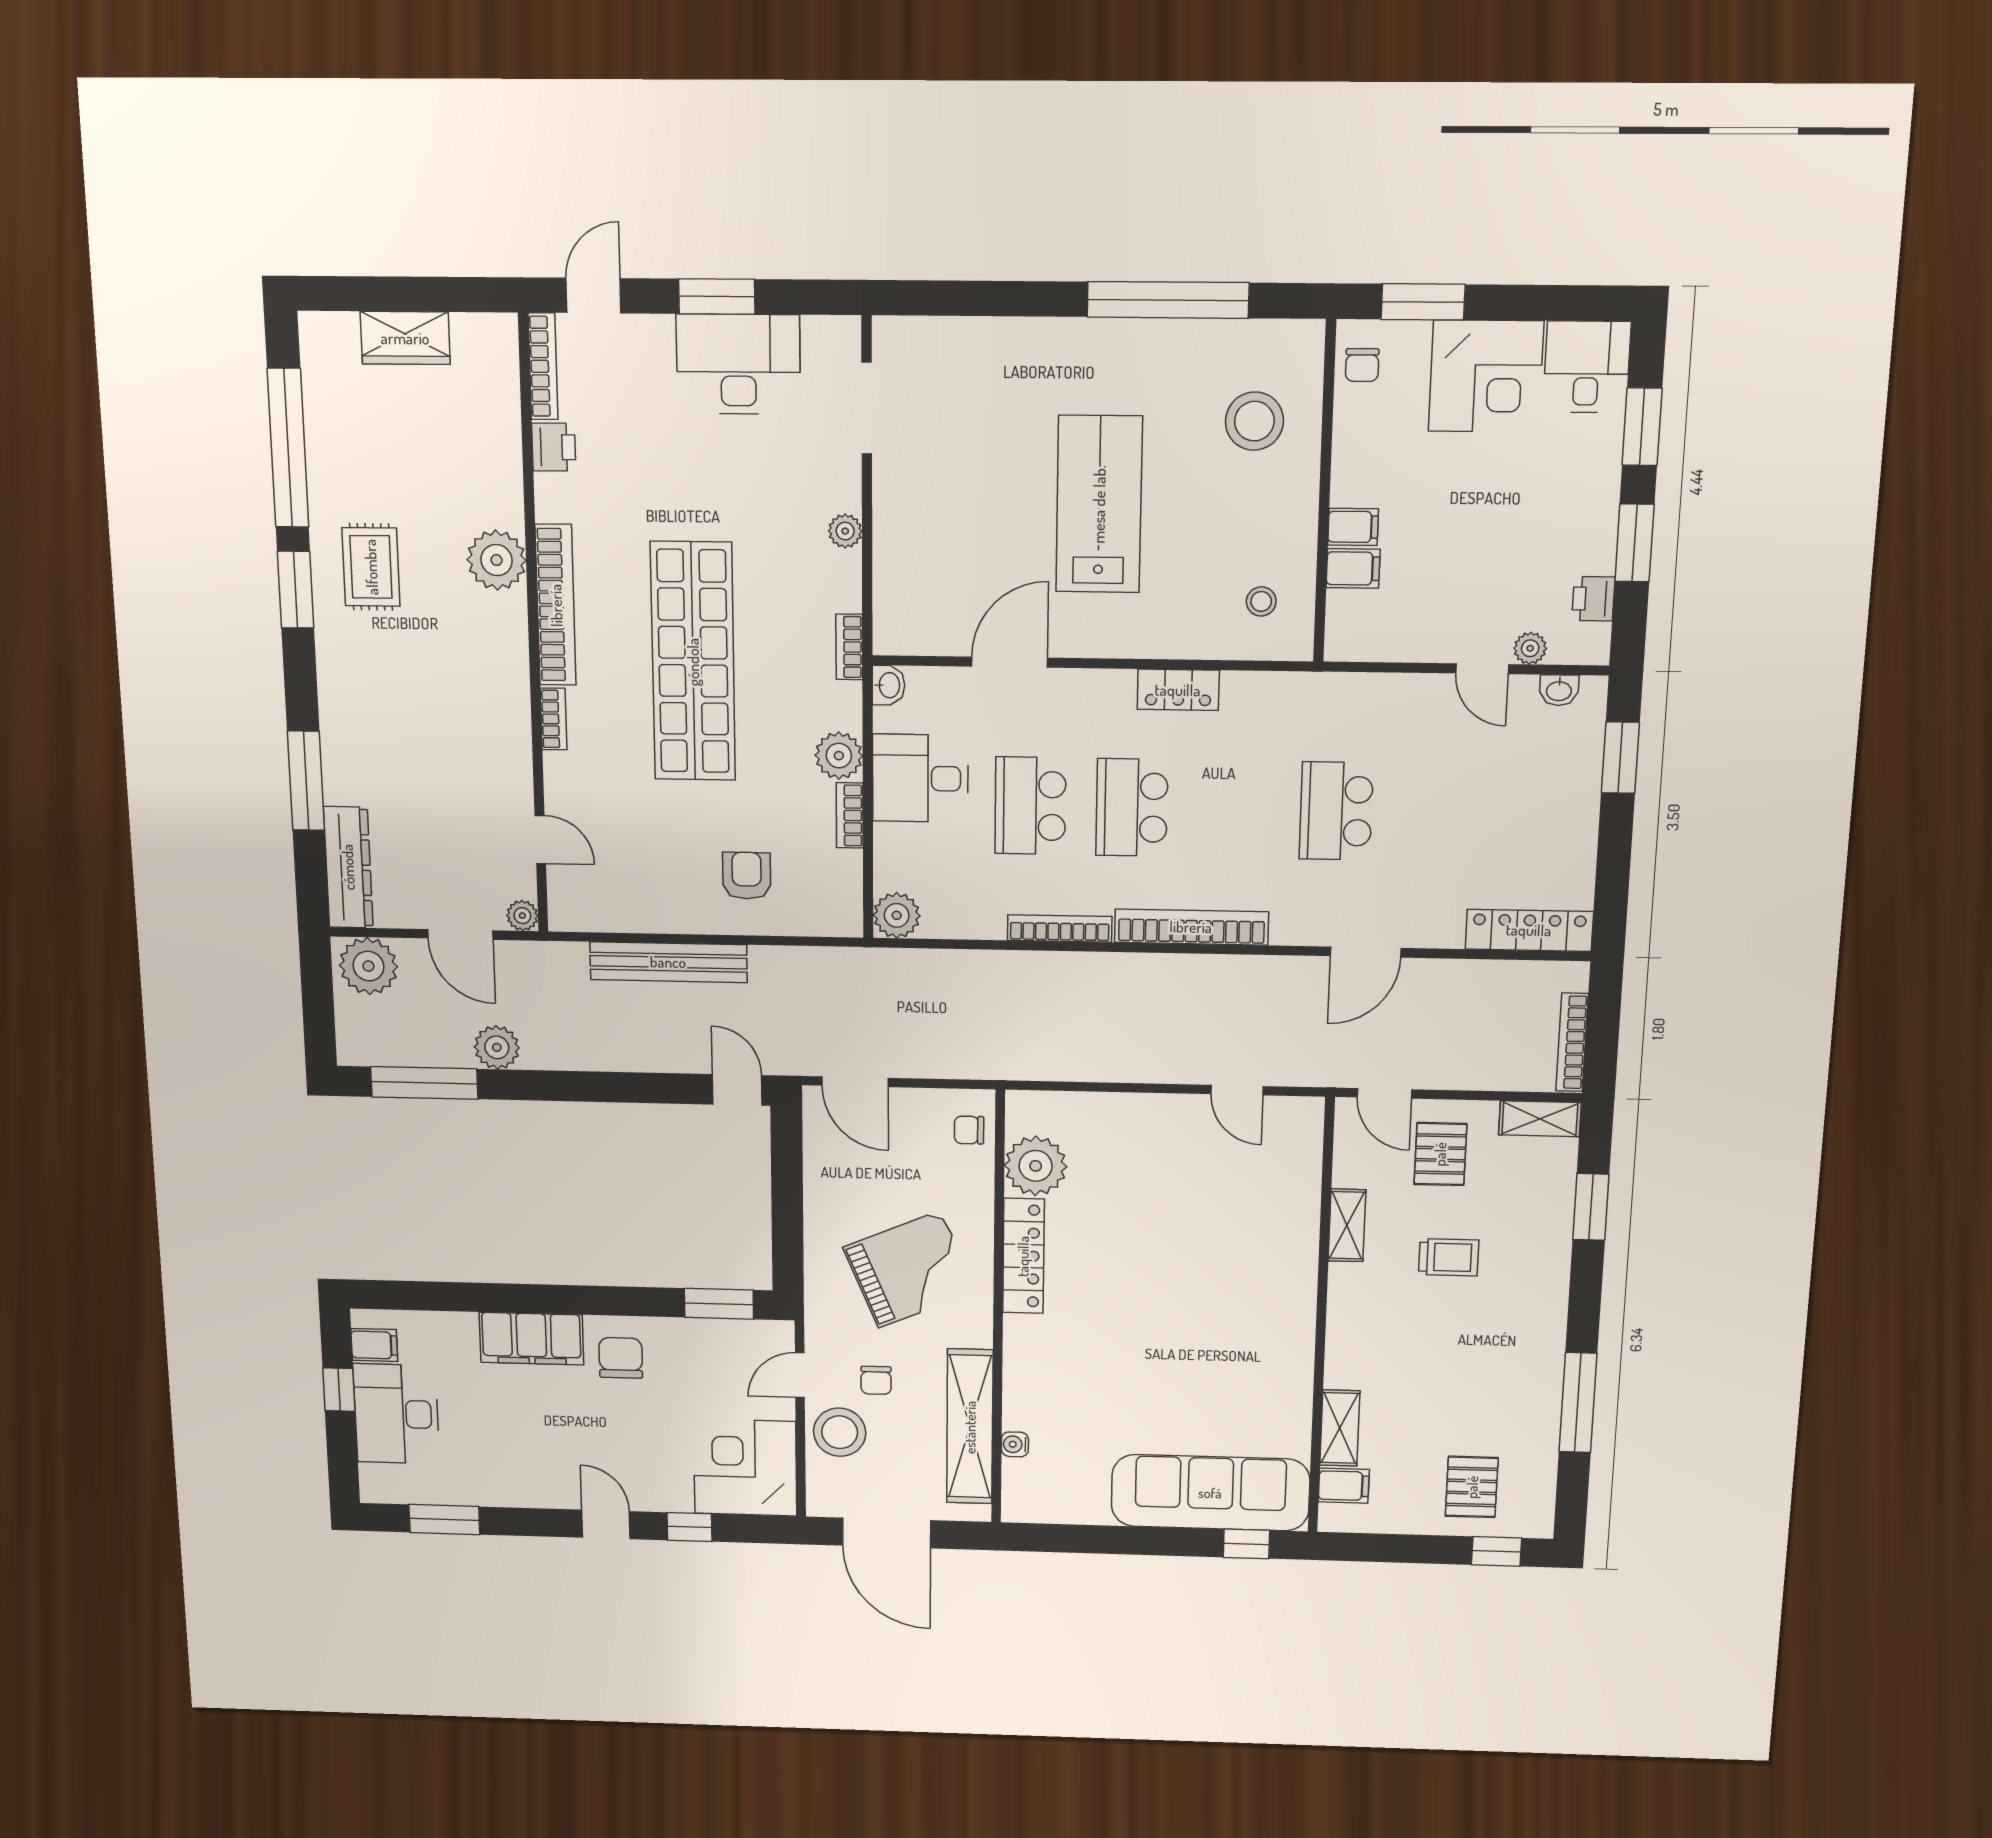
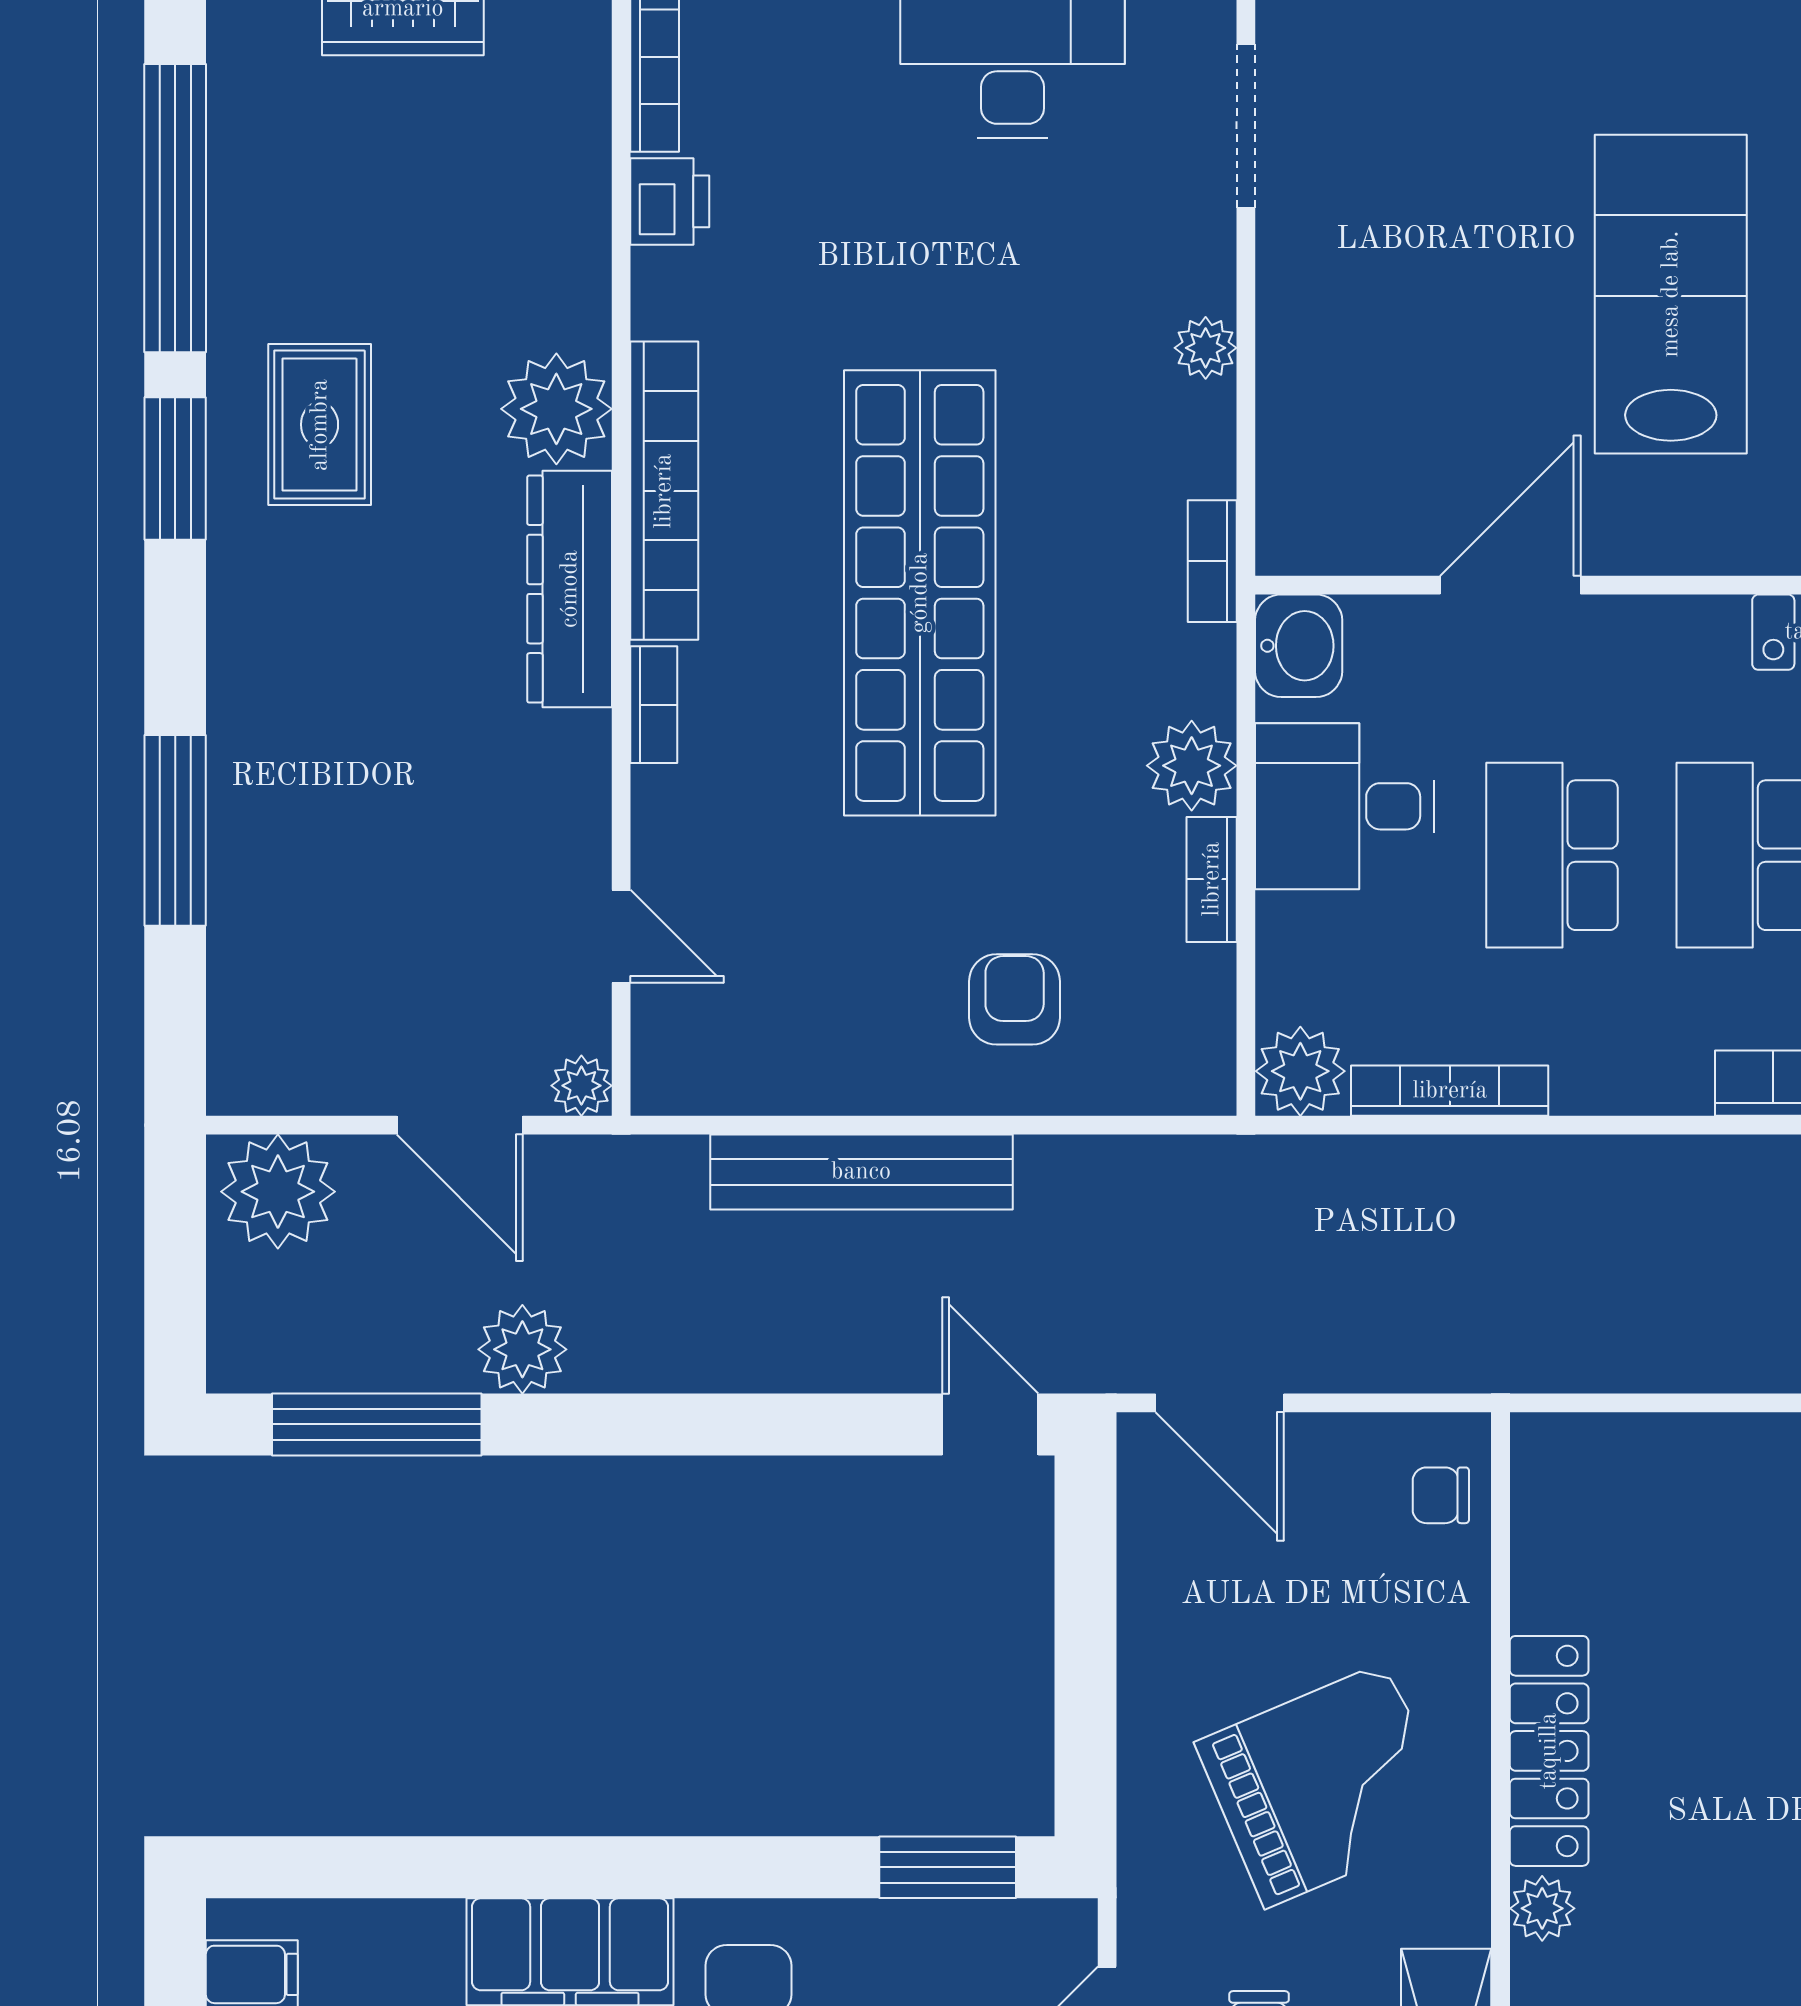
washbasin: (889, 685) -> (1299, 646), width x1.38, depth x1.45
dresser: (348, 867) -> (570, 589), moved, turned 180
bookcase: (1060, 928) -> (1450, 1091), moved
plant: (1036, 1166) -> (1542, 1908), moved, width x0.53, depth x0.53

